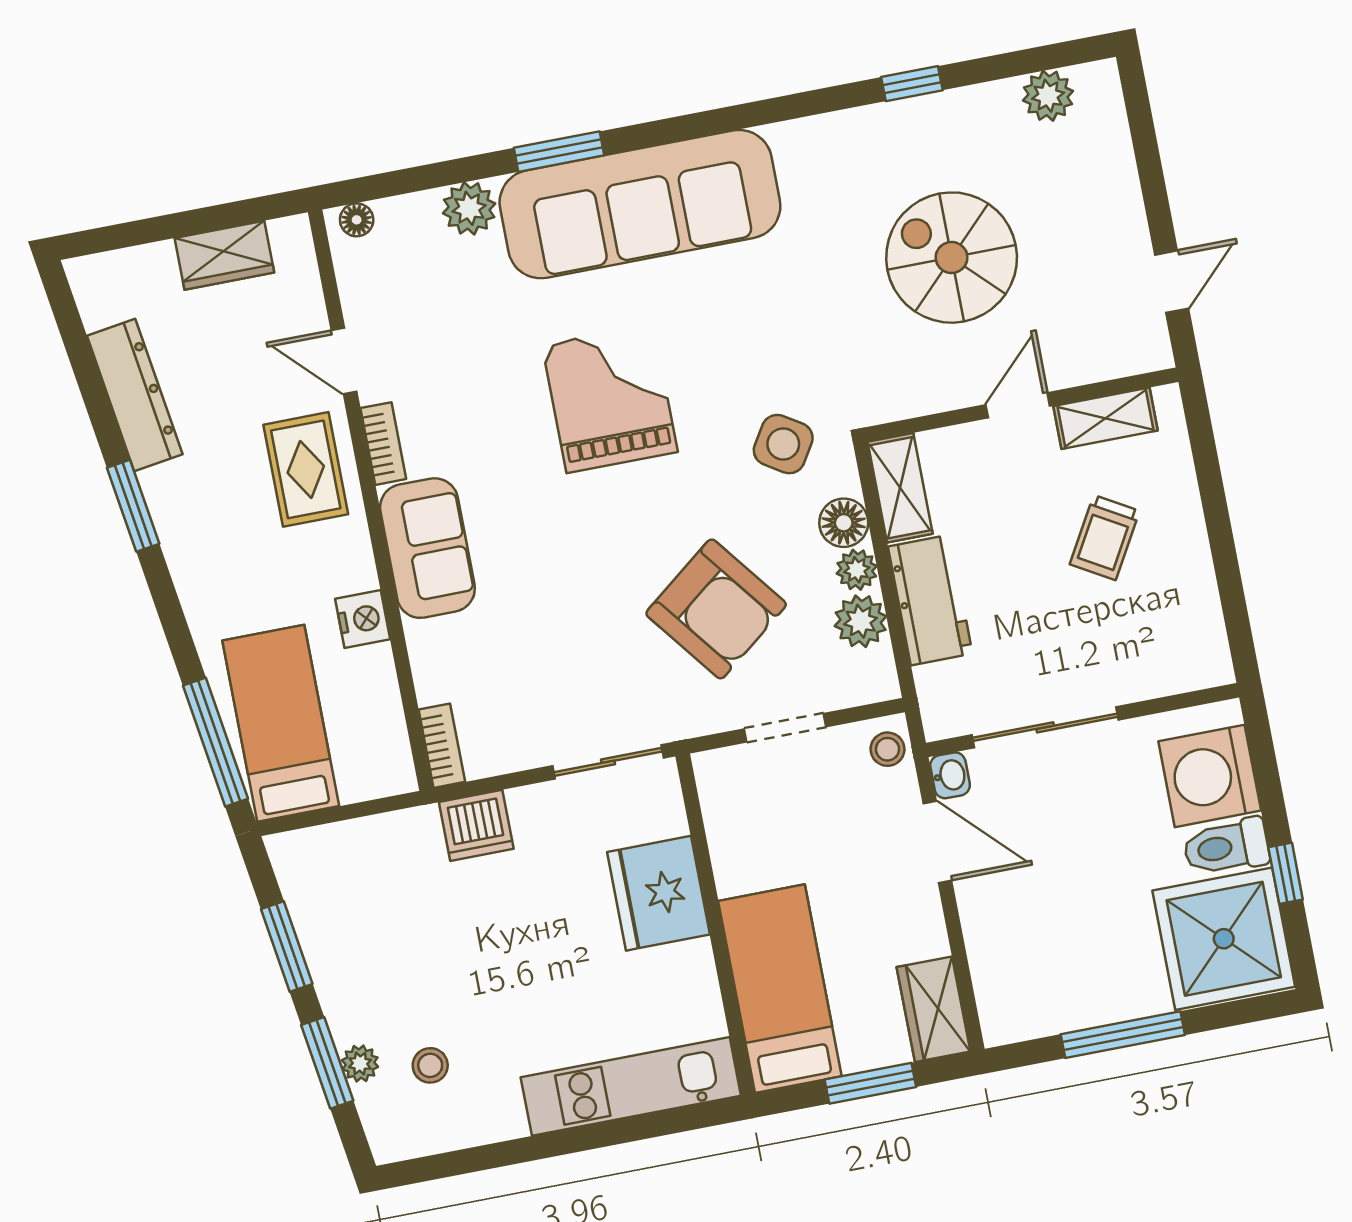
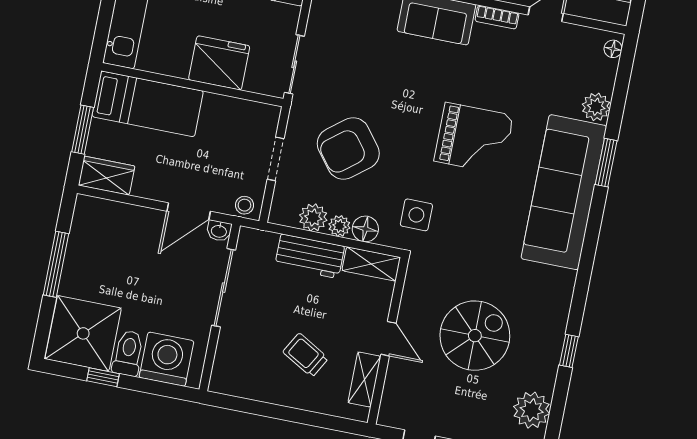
plant: (1048, 96) -> (532, 410), width x1.36, depth x1.36
side table: (783, 444) -> (416, 215), turned -32

